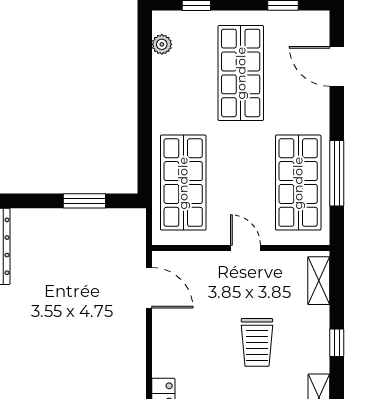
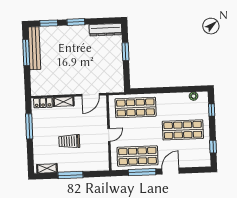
door: (337, 66) -> (170, 171), moved
window: (84, 201) -> (126, 52), moved
shelving: (319, 281) -> (64, 102), moved
window: (337, 343) -> (71, 175), width x2.17

